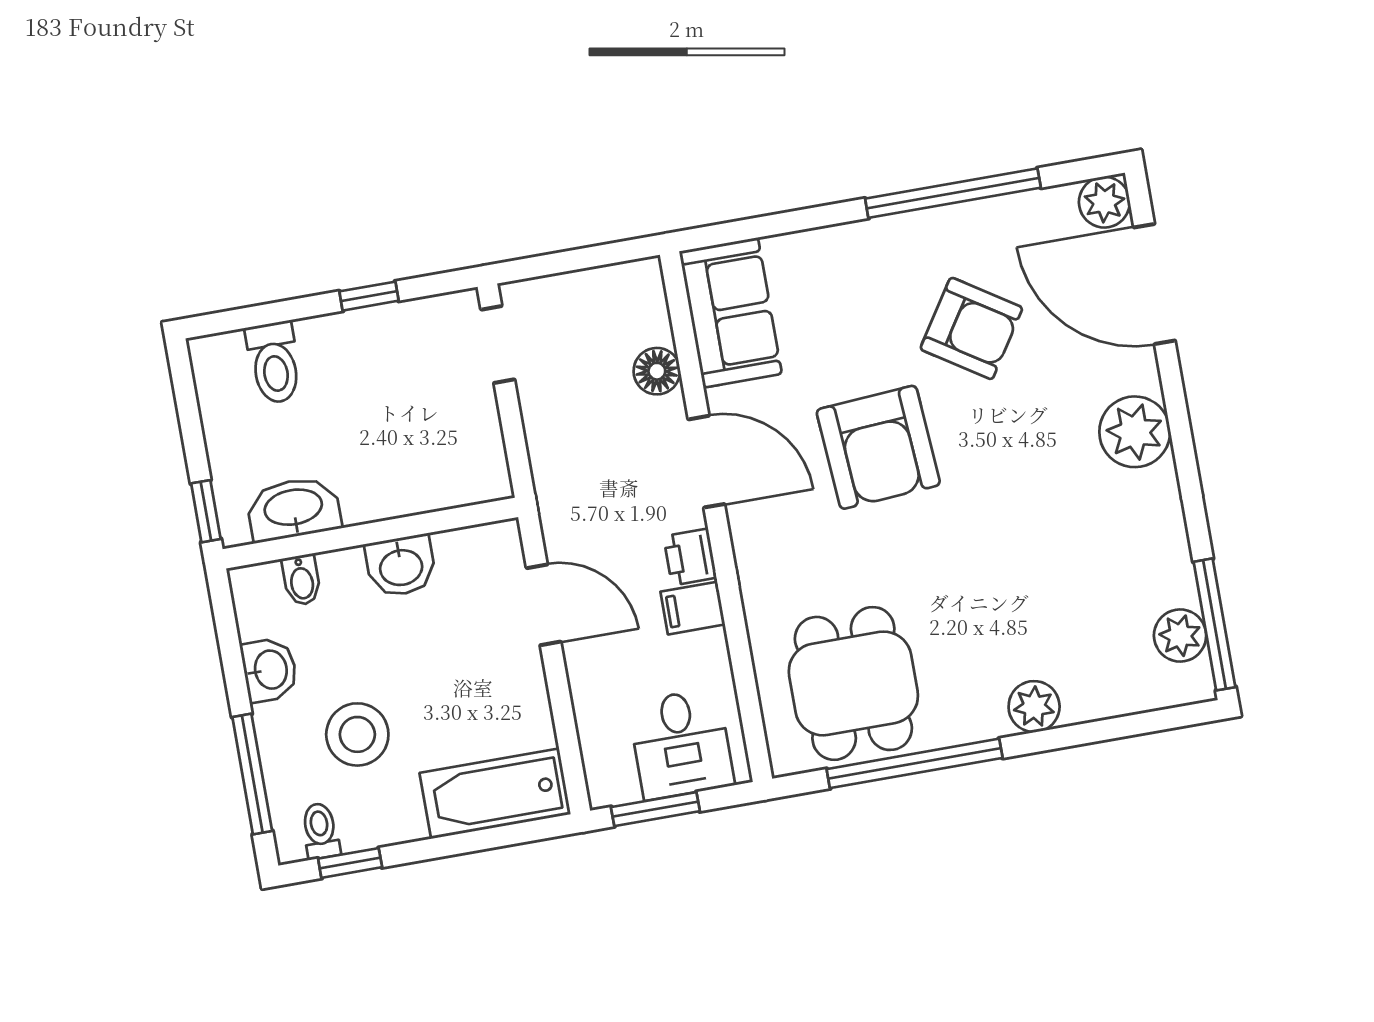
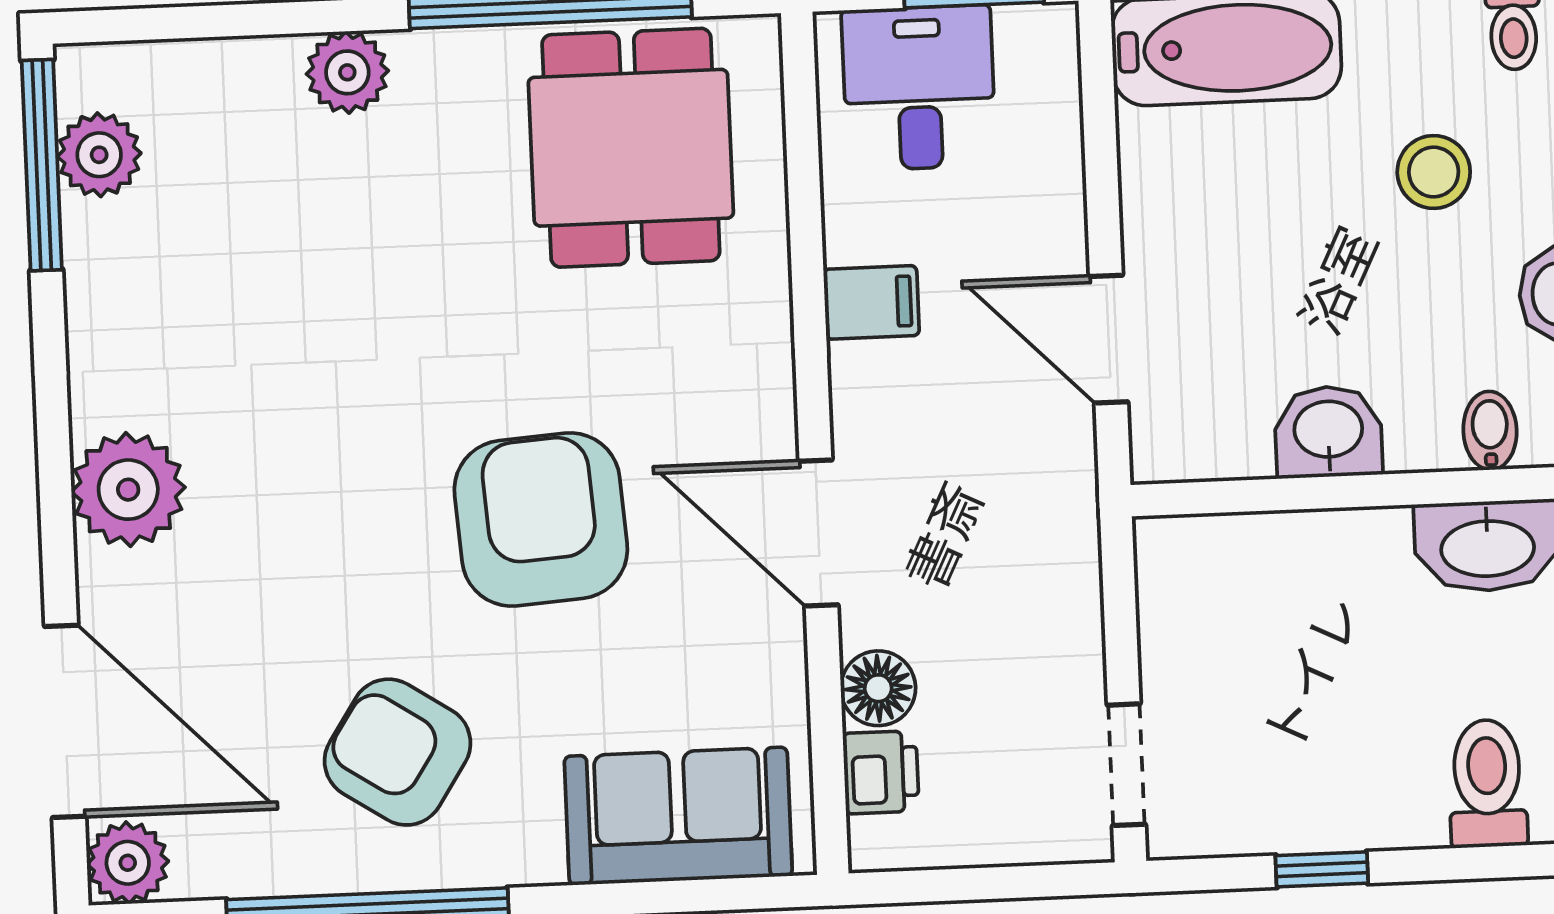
sofa: (731, 313) -> (678, 816), moved, turned 90
armchair: (971, 328) -> (398, 752), moved
printer: (690, 557) -> (881, 772), moved
stool: (357, 734) -> (1434, 172), width x0.73, depth x0.73

